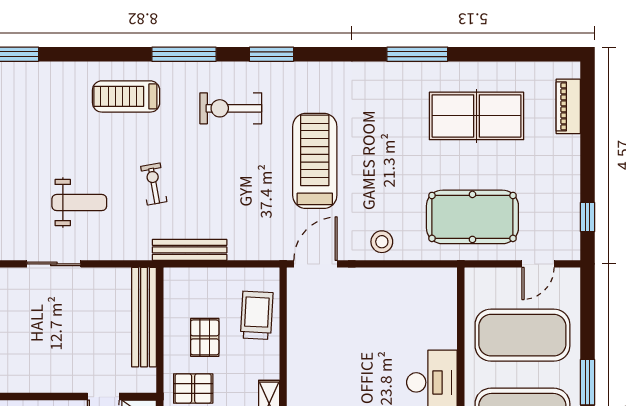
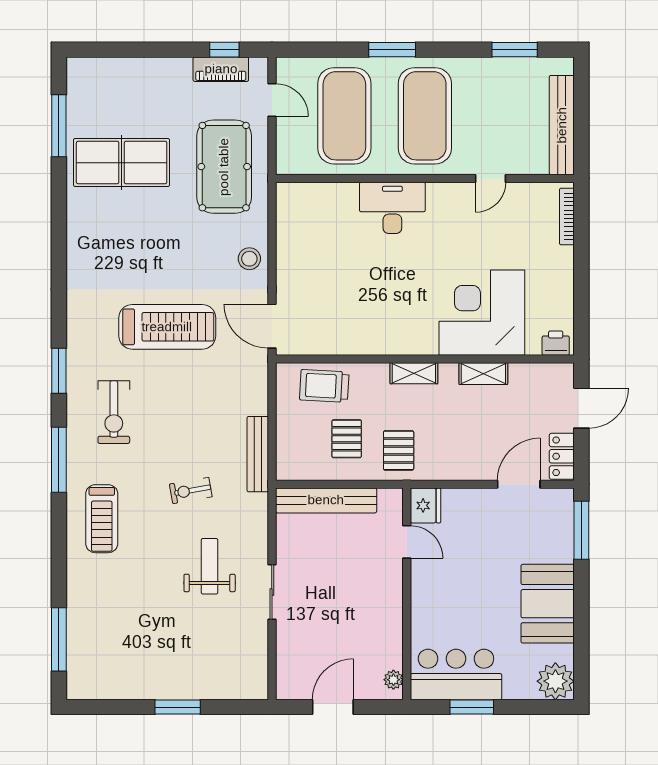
window: (417, 54) -> (59, 126), moved
piano: (568, 106) -> (221, 69), moved
table tennis table: (476, 116) -> (122, 163), turned 90
treadmill: (315, 161) -> (167, 327), turned 180
pallet: (205, 337) -> (347, 439), turned 90

